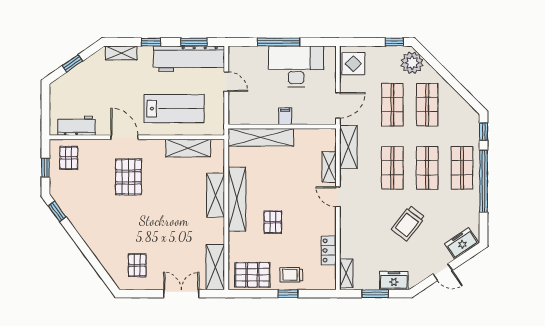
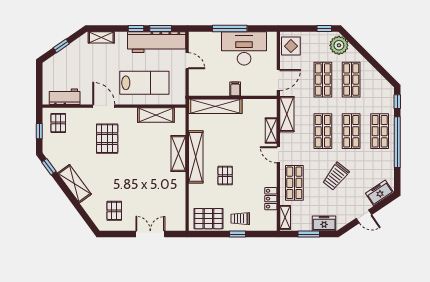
window: (151, 42) -> (136, 28), moved
shop shelf: (357, 231) -> (294, 183), added
shelving: (215, 267) -> (74, 184), moved, turned -36

